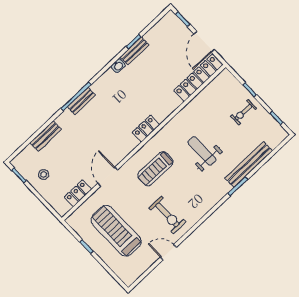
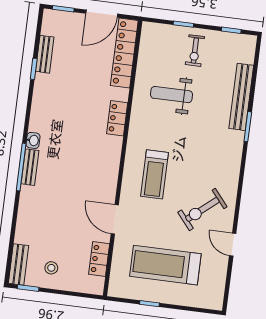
door: (204, 42) -> (102, 14), hinge flipped
bench: (135, 51) -> (45, 54), moved
washbasin: (118, 66) -> (33, 140), moved
locker: (146, 129) -> (117, 118), moved
bench: (46, 136) -> (18, 264), moved
weight bench: (202, 151) -> (171, 95), moved
exercise bike: (167, 215) -> (202, 210), turned 140
door: (168, 252) -> (233, 245), hinge flipped

